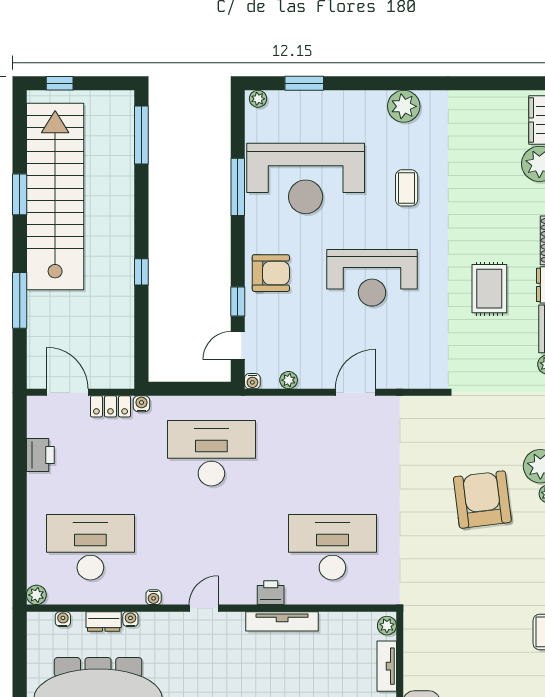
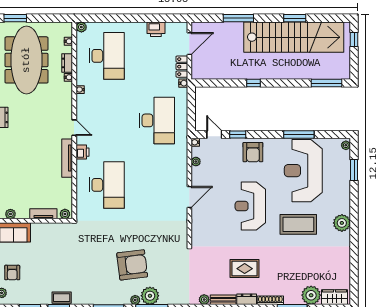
coffee table: (407, 188) -> (298, 224), width x1.86, depth x1.72
door: (355, 392) -> (189, 197), hinge flipped
door: (204, 608) -> (74, 128), moved

